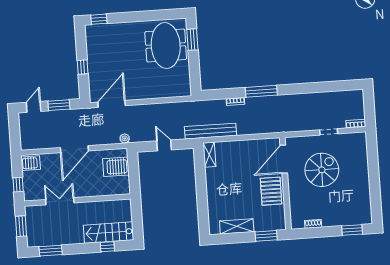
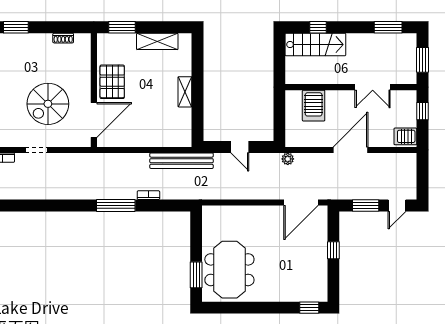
shelving: (209, 155) -> (185, 92), moved
server rack: (116, 167) -> (314, 106), moved, turned 90

